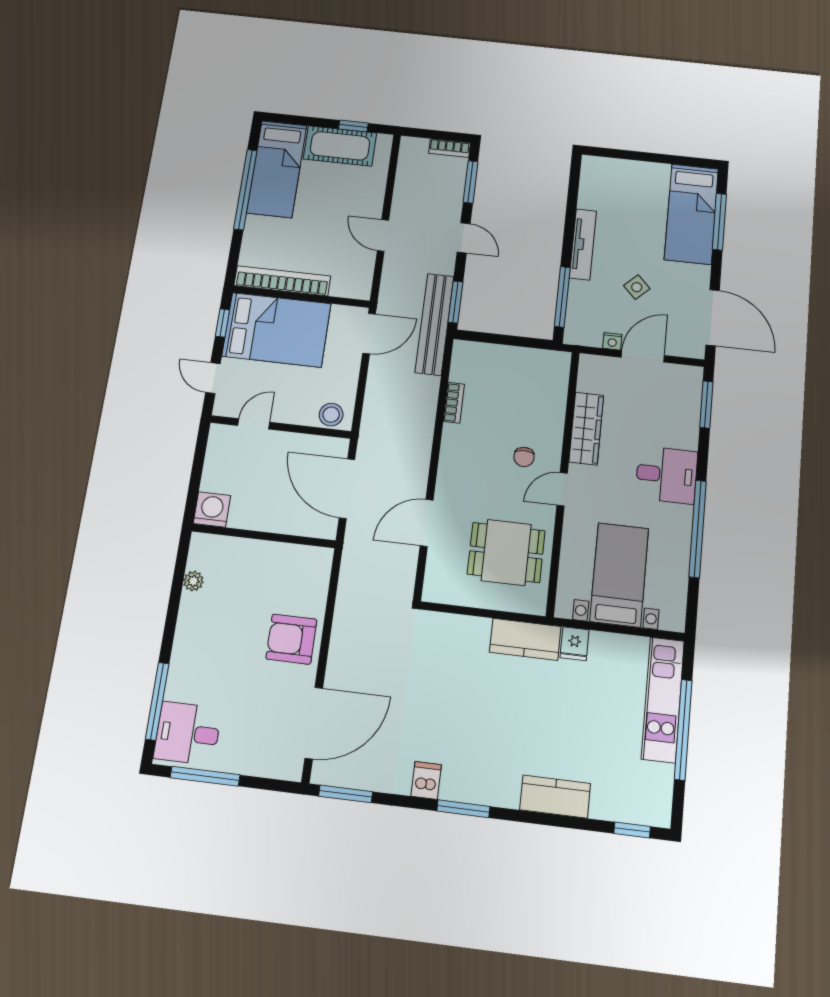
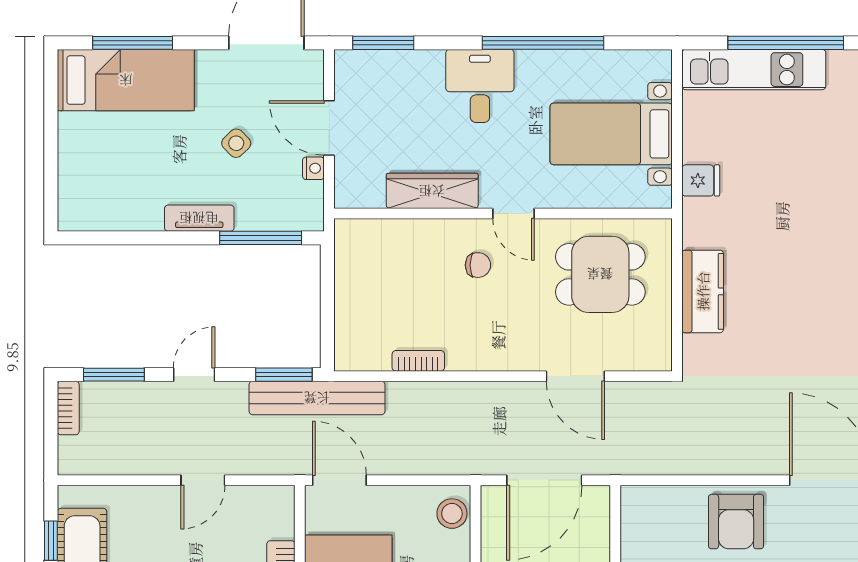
tv unit: (583, 244) -> (199, 218), width x0.71
dining table: (506, 552) -> (600, 274), turned 90
kitchen counter: (525, 639) -> (703, 291), moved

